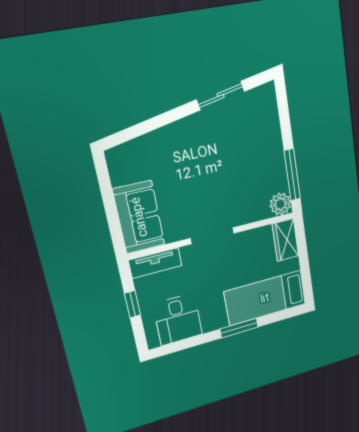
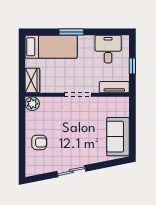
sliding door: (221, 96) -> (71, 171), moved
armchair: (260, 143) -> (39, 142), added
window: (292, 175) -> (22, 120), removed
sofa: (139, 217) -> (118, 137), moved

